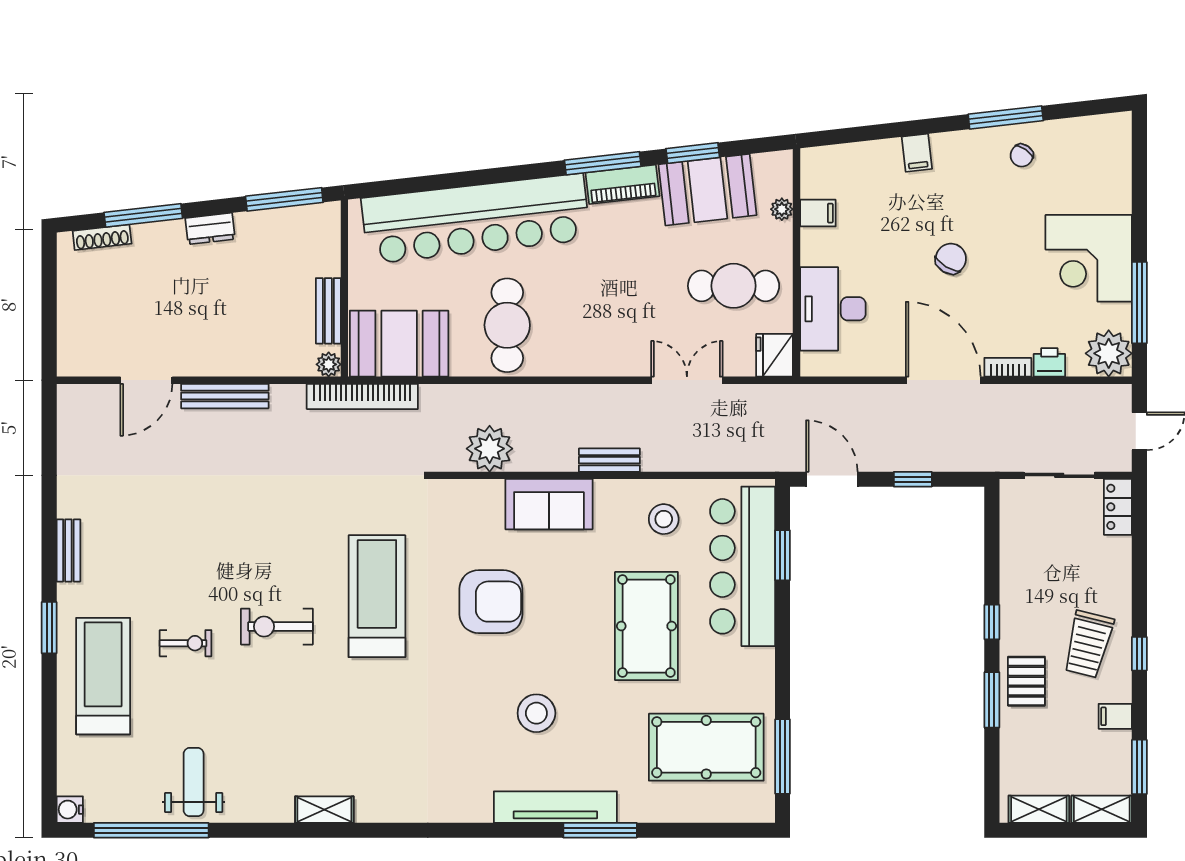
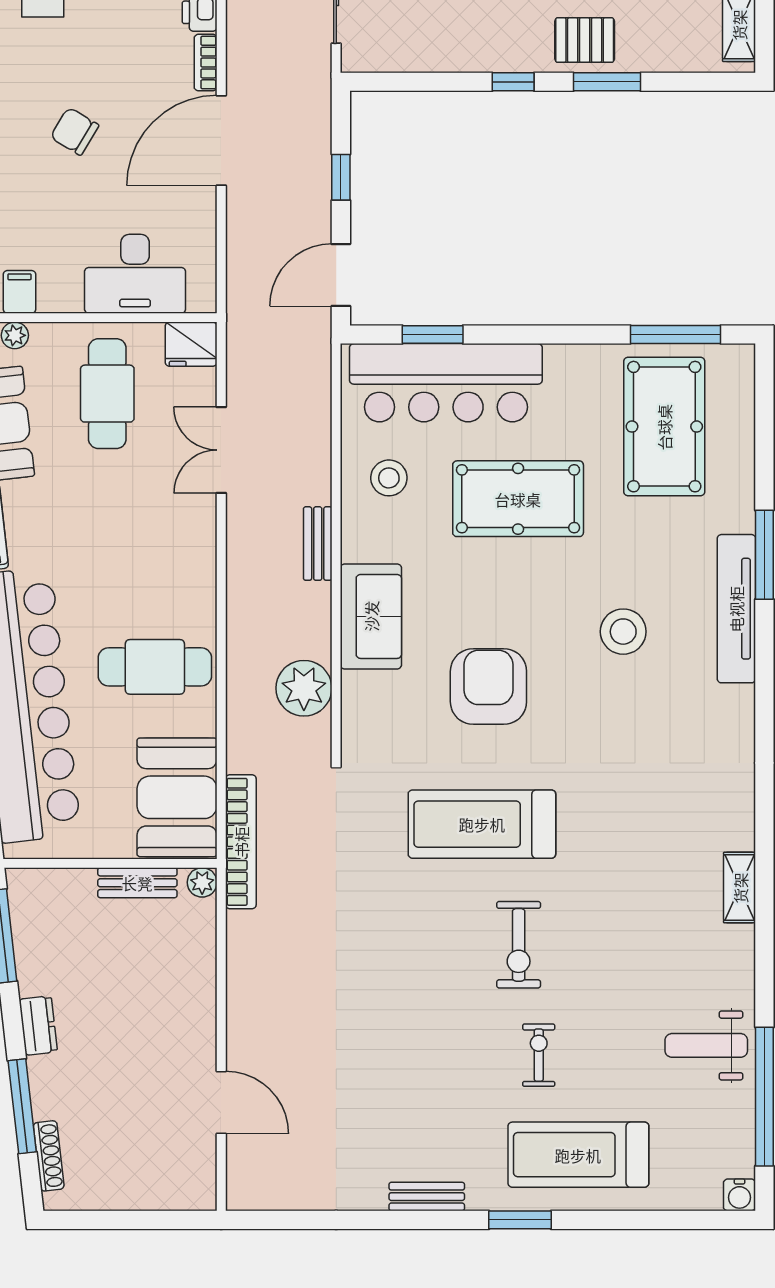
bench: (225, 396) -> (240, 1008), removed

